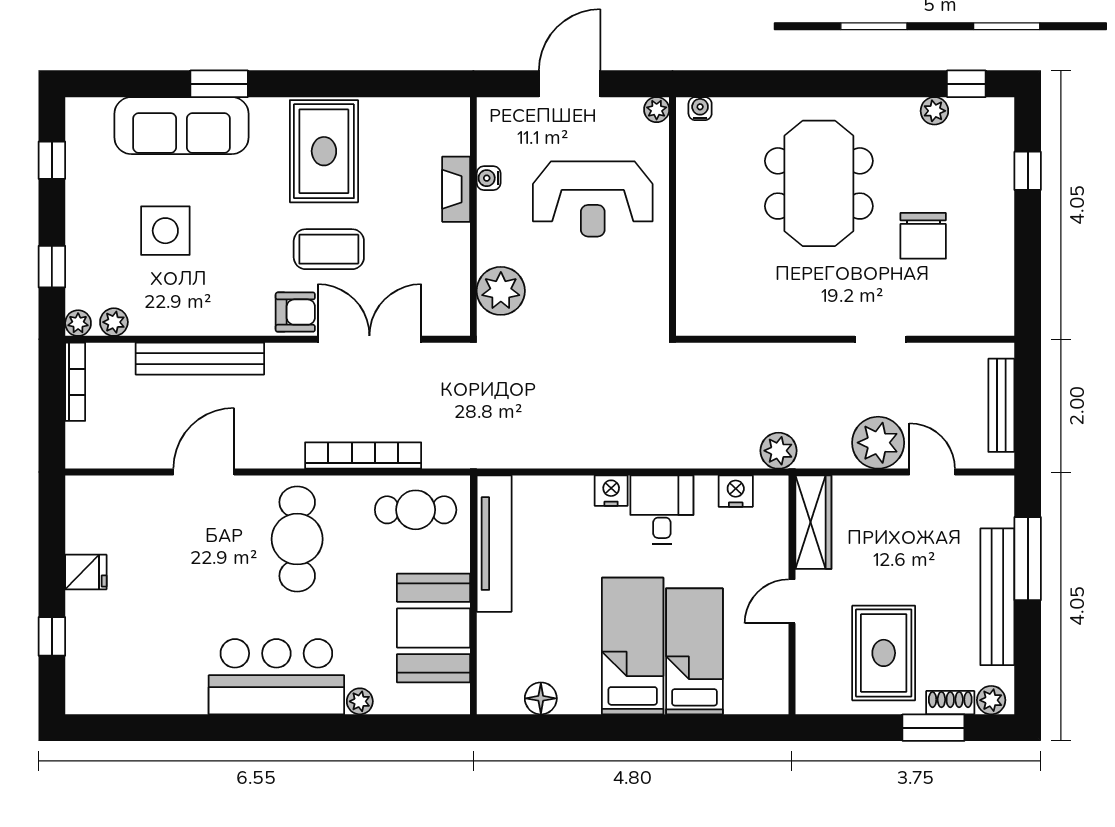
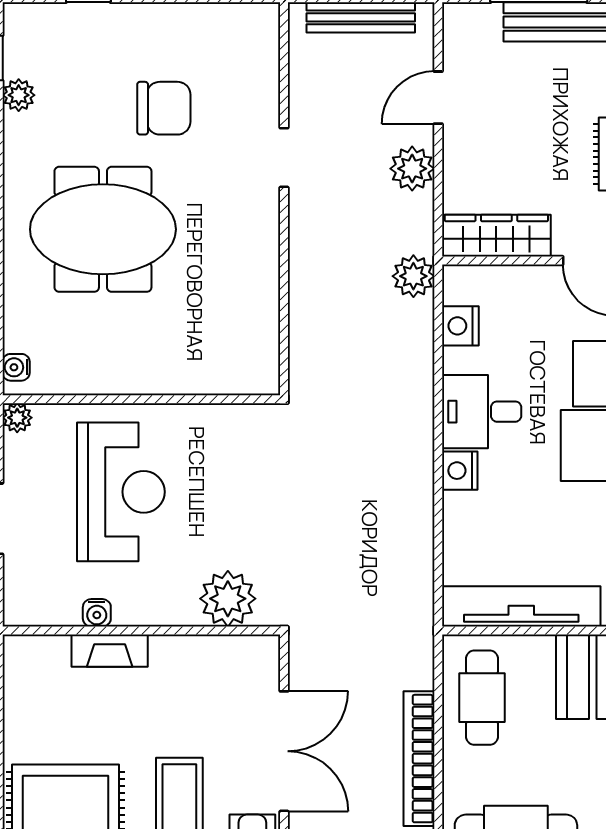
double door: (369, 339) -> (284, 751), swing flipped
plant: (878, 443) -> (412, 169), width x0.73, depth x0.73

